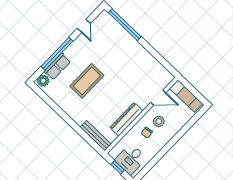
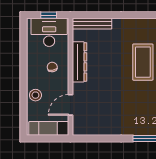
stool: (159, 121) -> (35, 95), moved
desk: (131, 159) -> (49, 32), width x1.37

